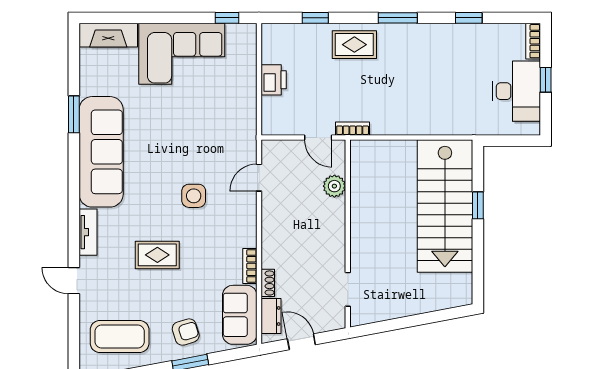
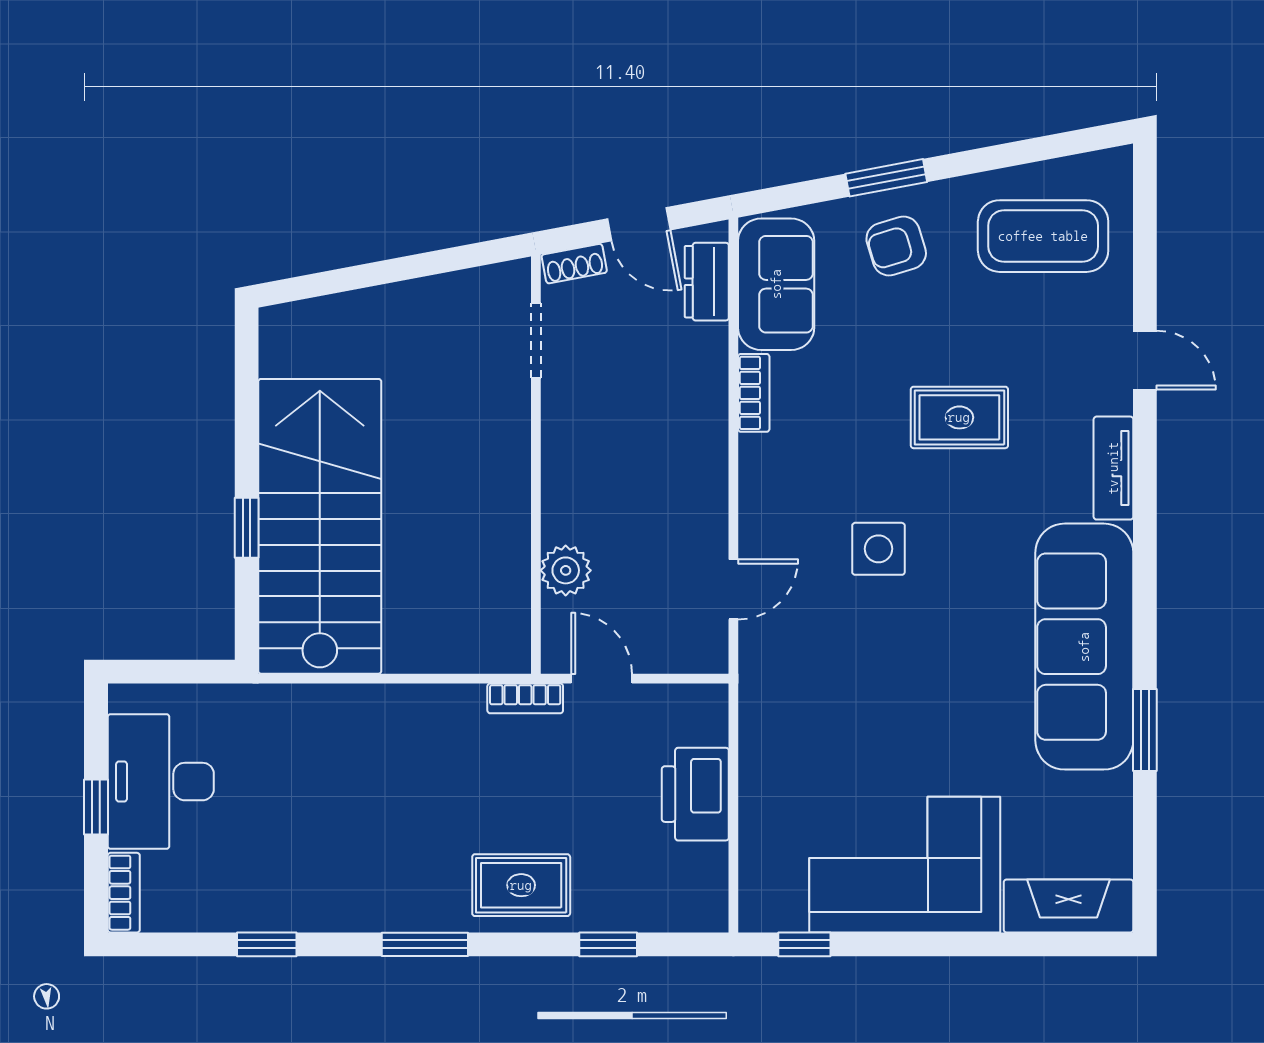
printer: (274, 80) -> (695, 794), width x1.37, depth x1.19
shoe rack: (268, 283) -> (574, 264), moved, turned -101

